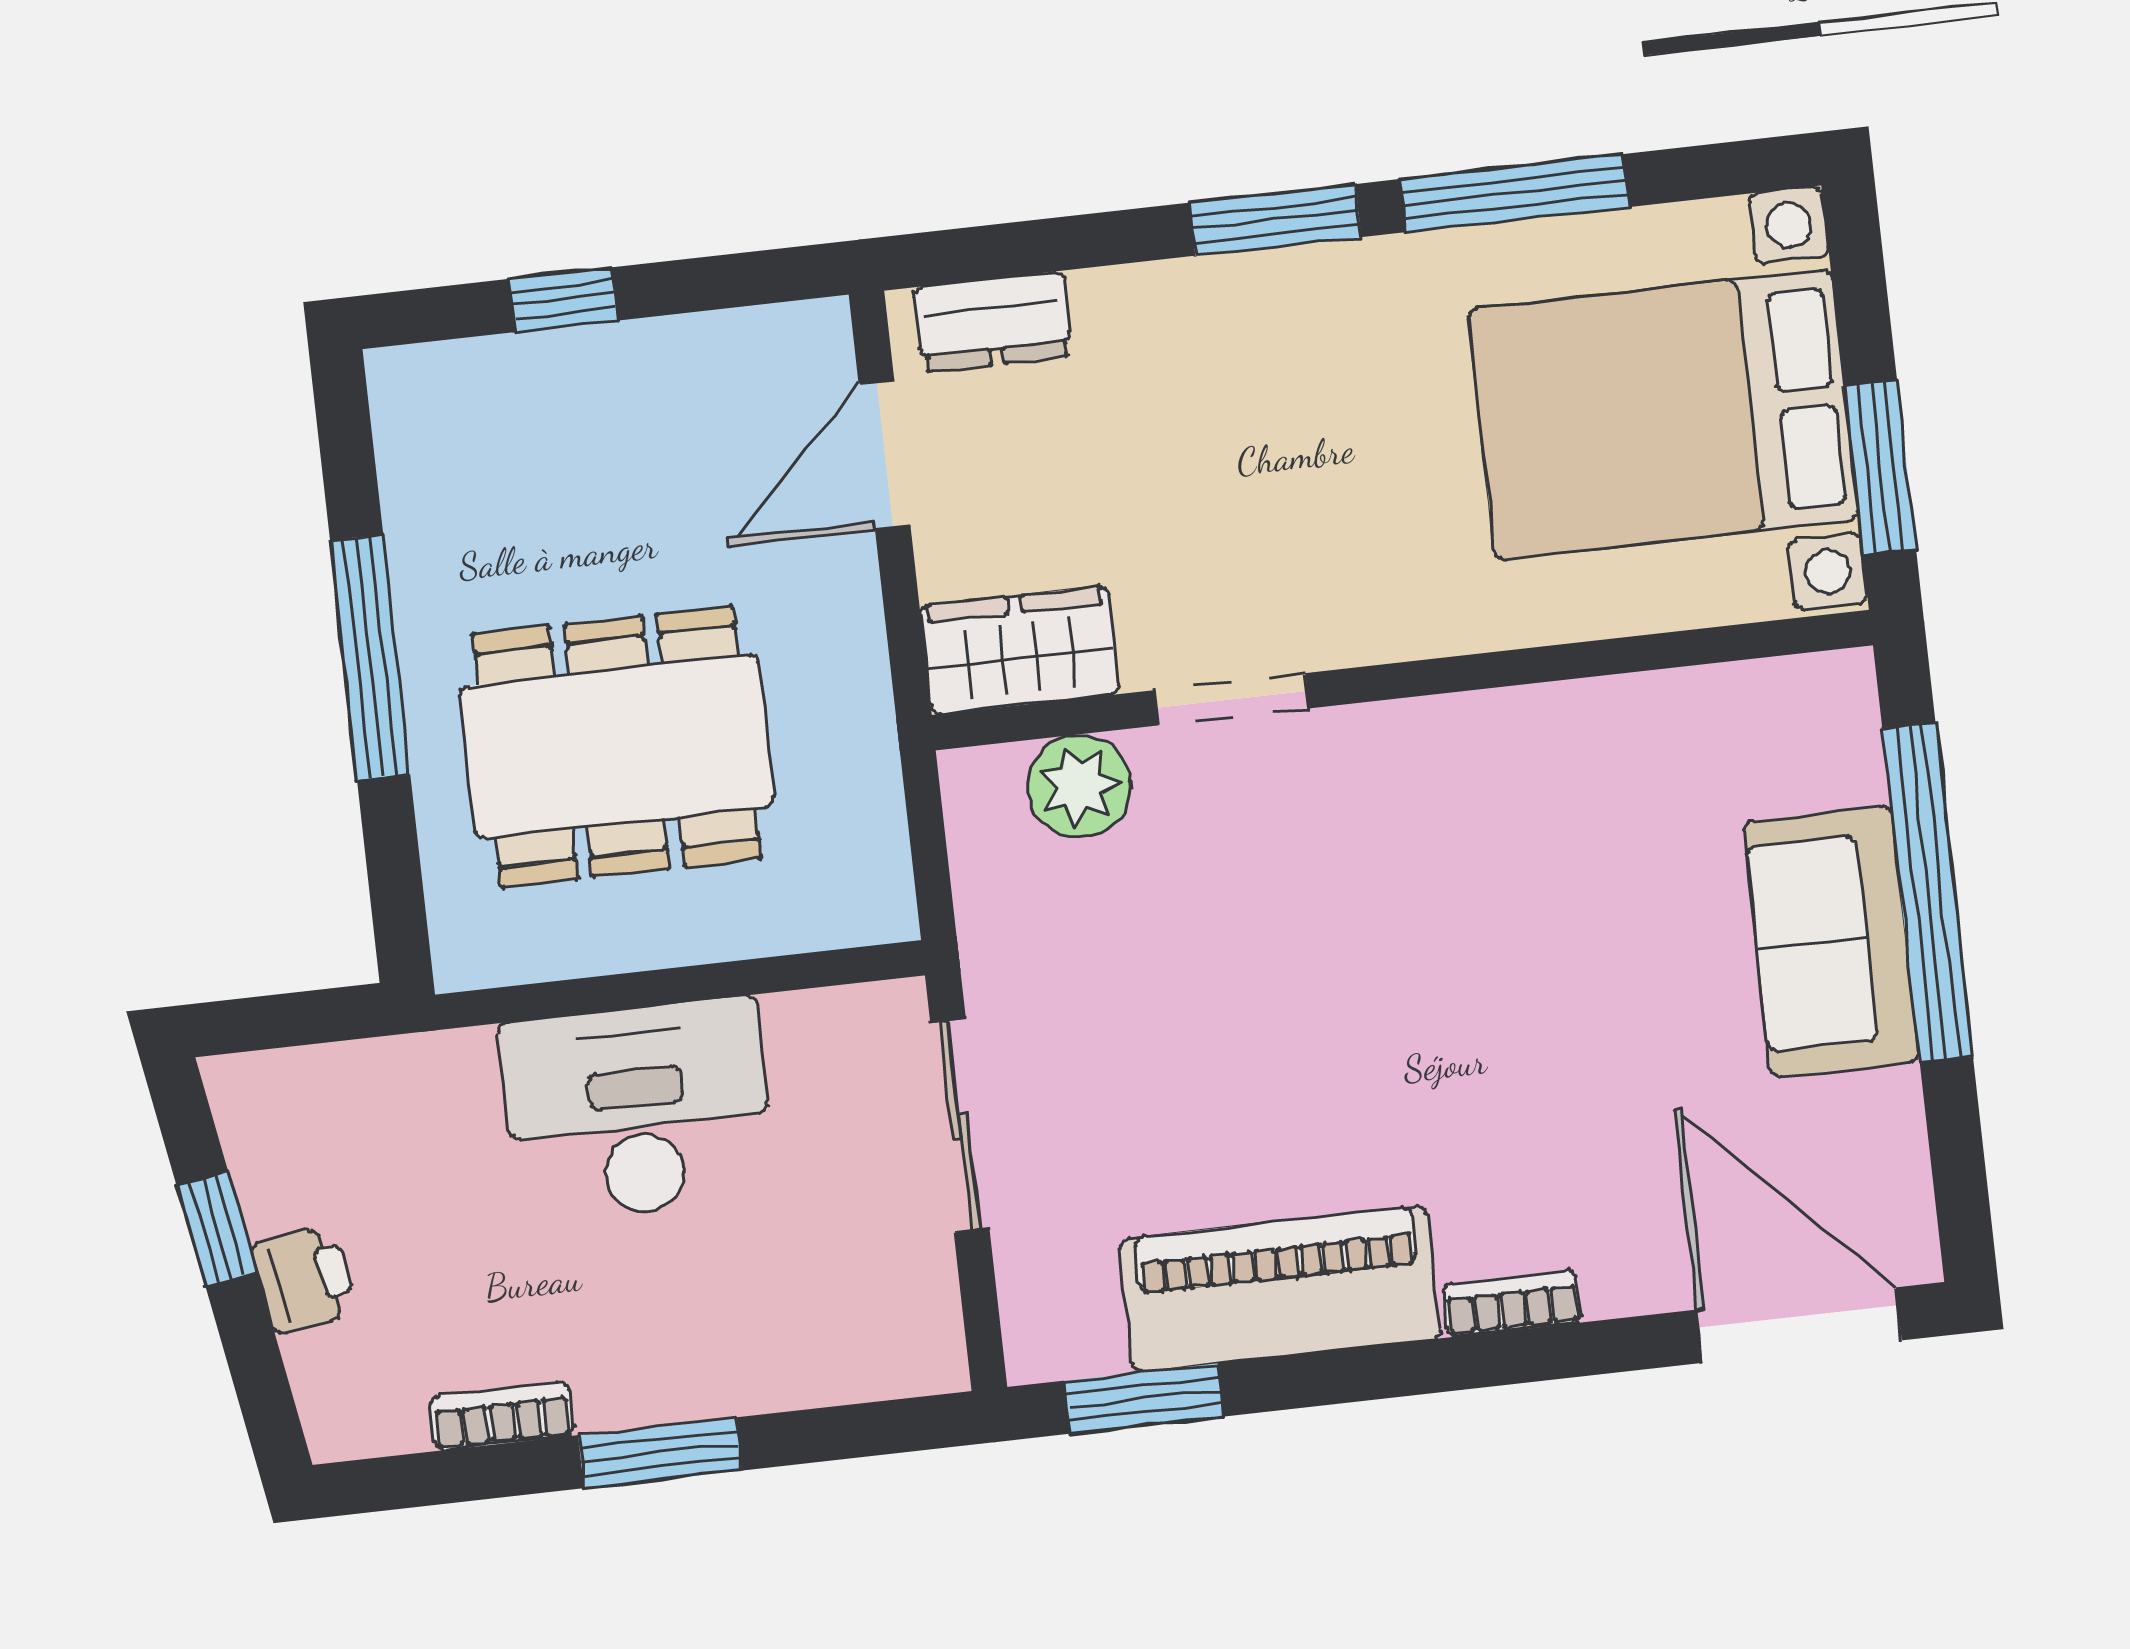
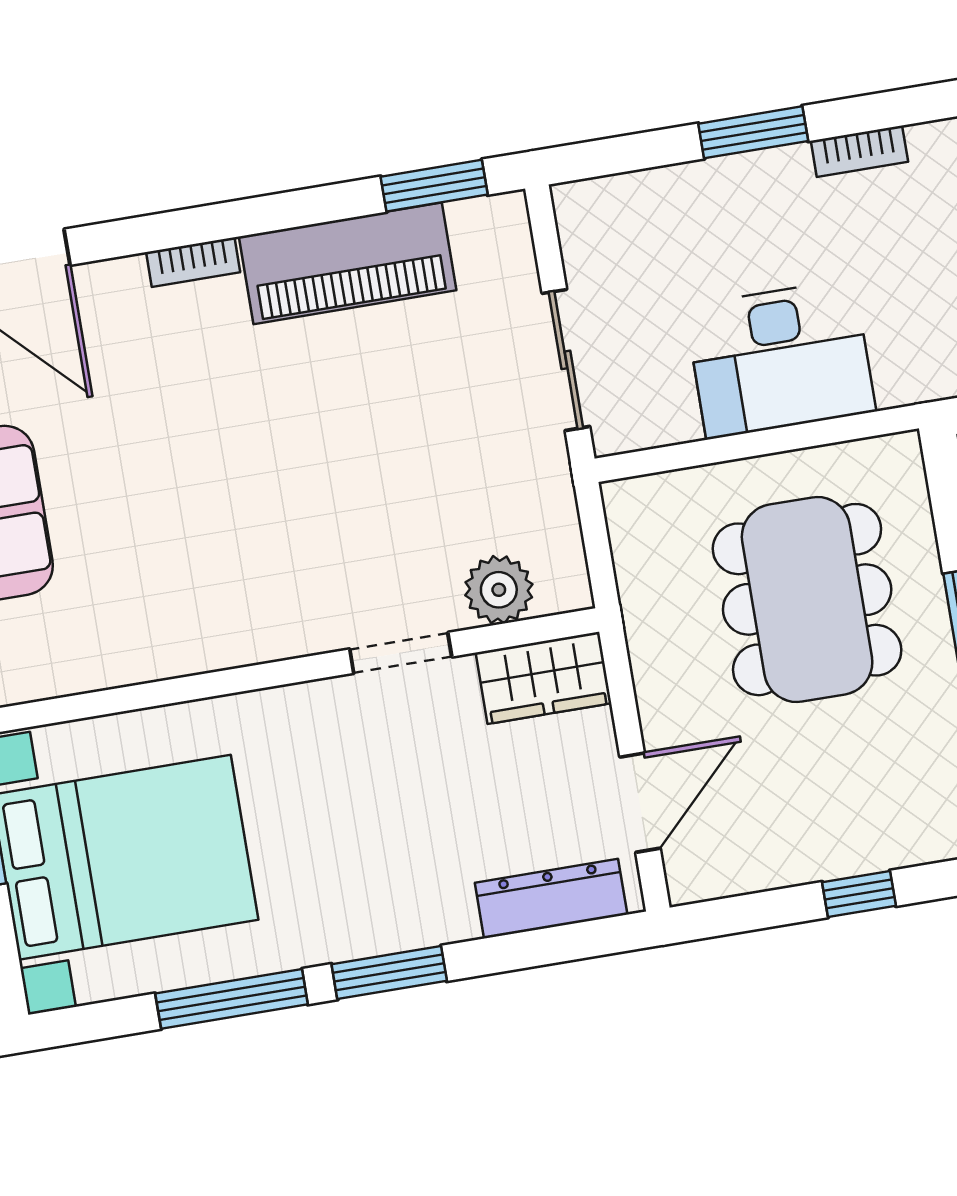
dresser: (993, 321) -> (551, 899), width x1.44
dining table: (617, 746) -> (807, 600), turned 90

